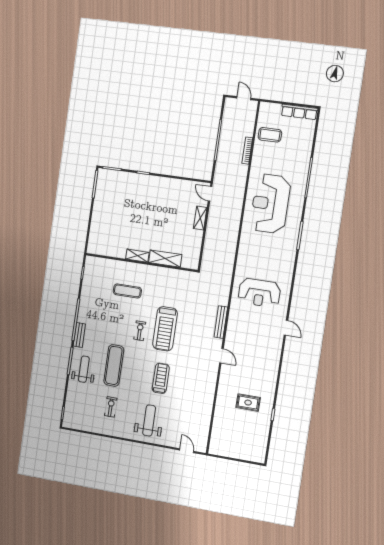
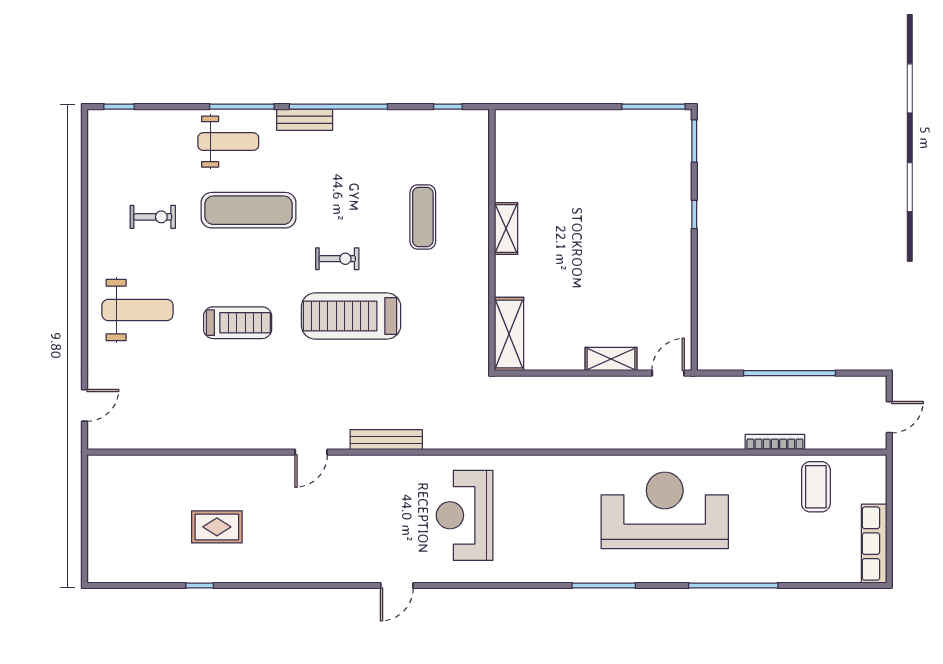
shelving: (165, 259) -> (509, 334), moved
rug: (248, 403) -> (217, 527), turned 90

